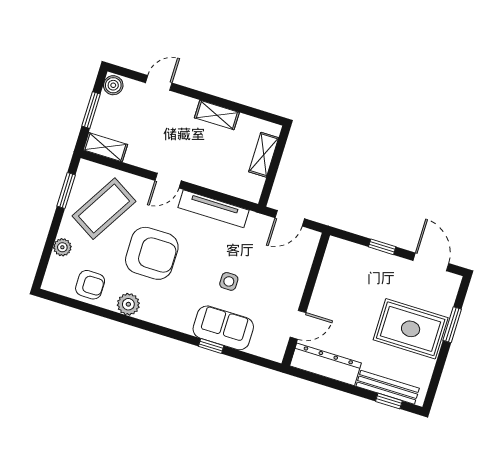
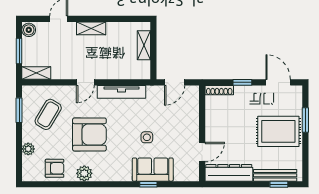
shelving: (217, 115) -> (91, 28), moved
coffee table: (104, 209) -> (48, 114), width x0.73, depth x0.76
shoe rack: (347, 248) -> (219, 90), added

